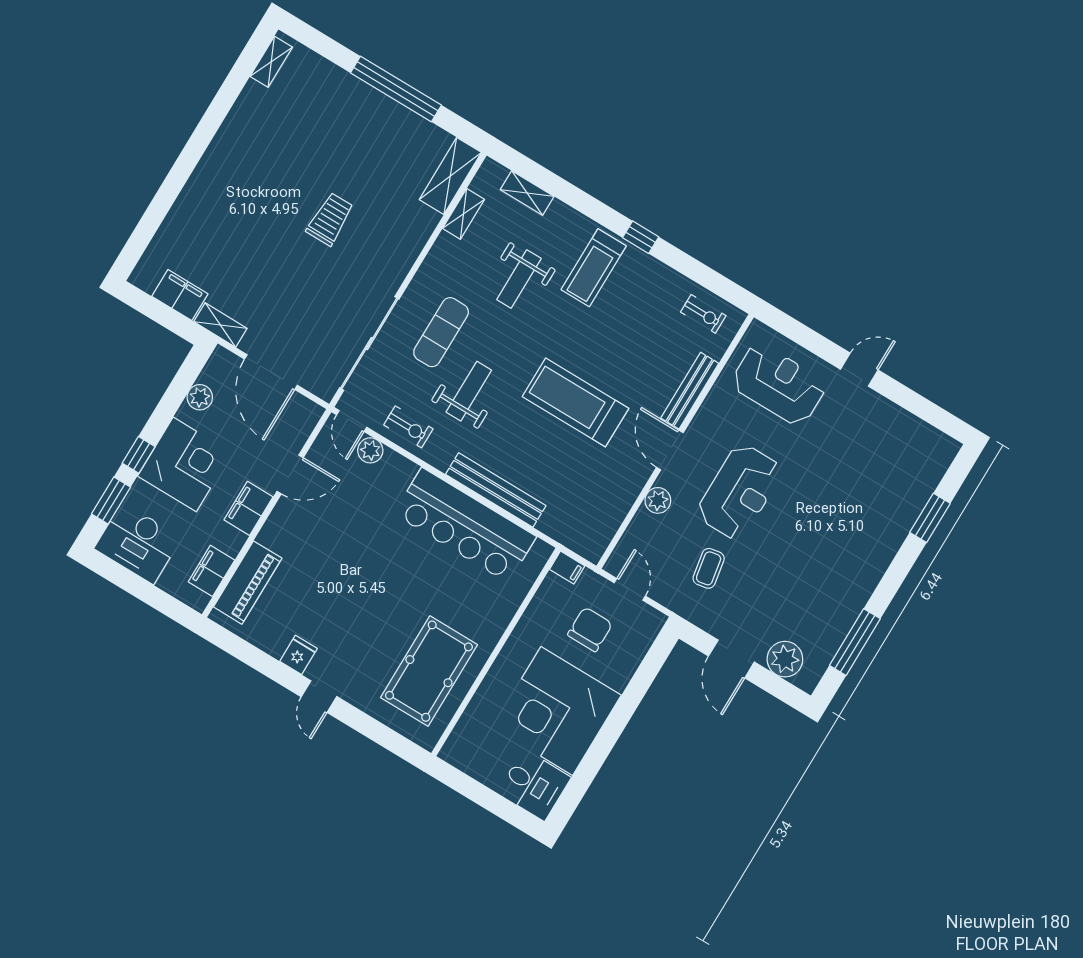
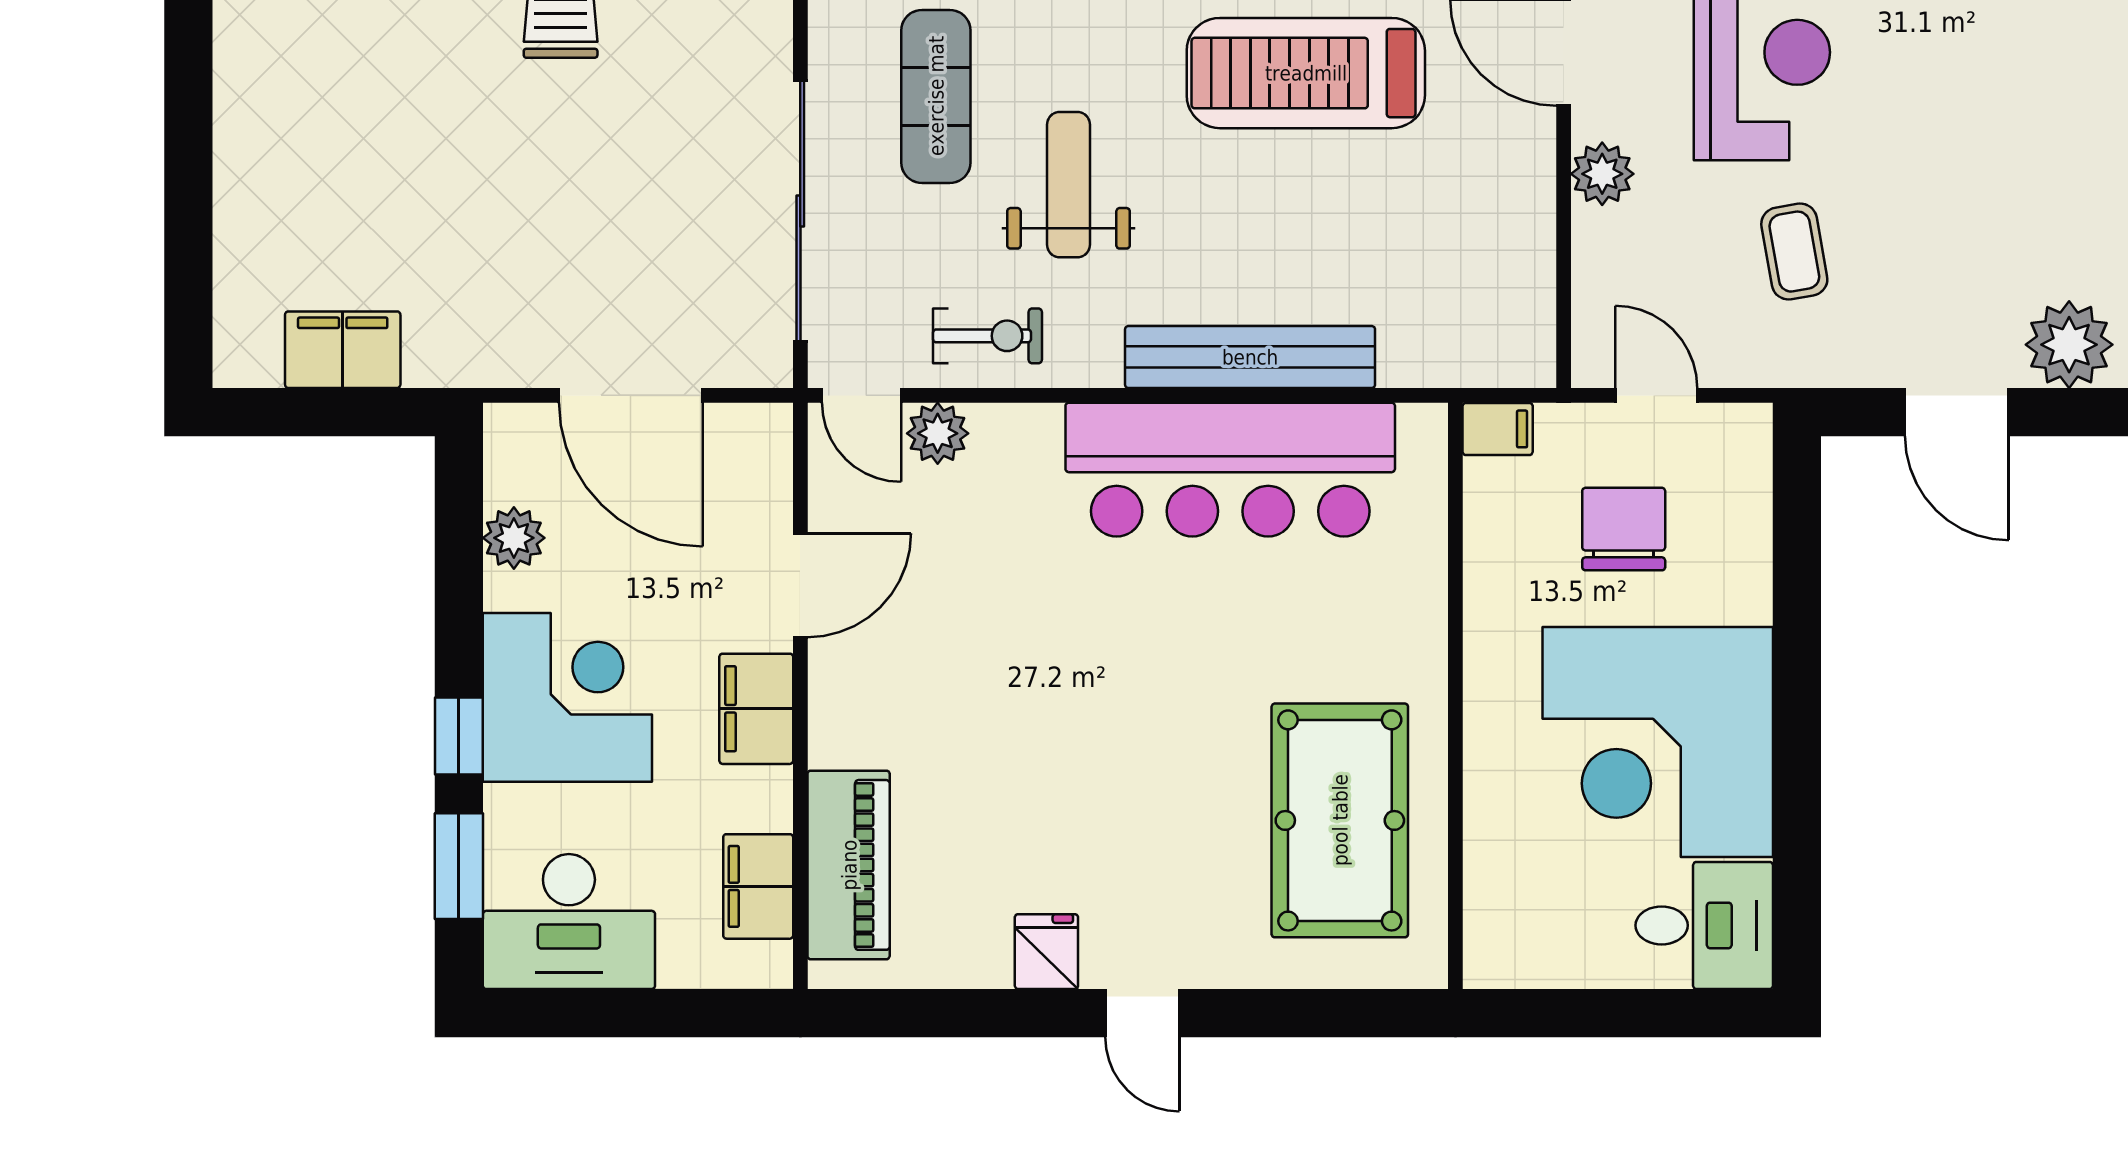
shelving: (220, 325) -> (465, 361), removed

